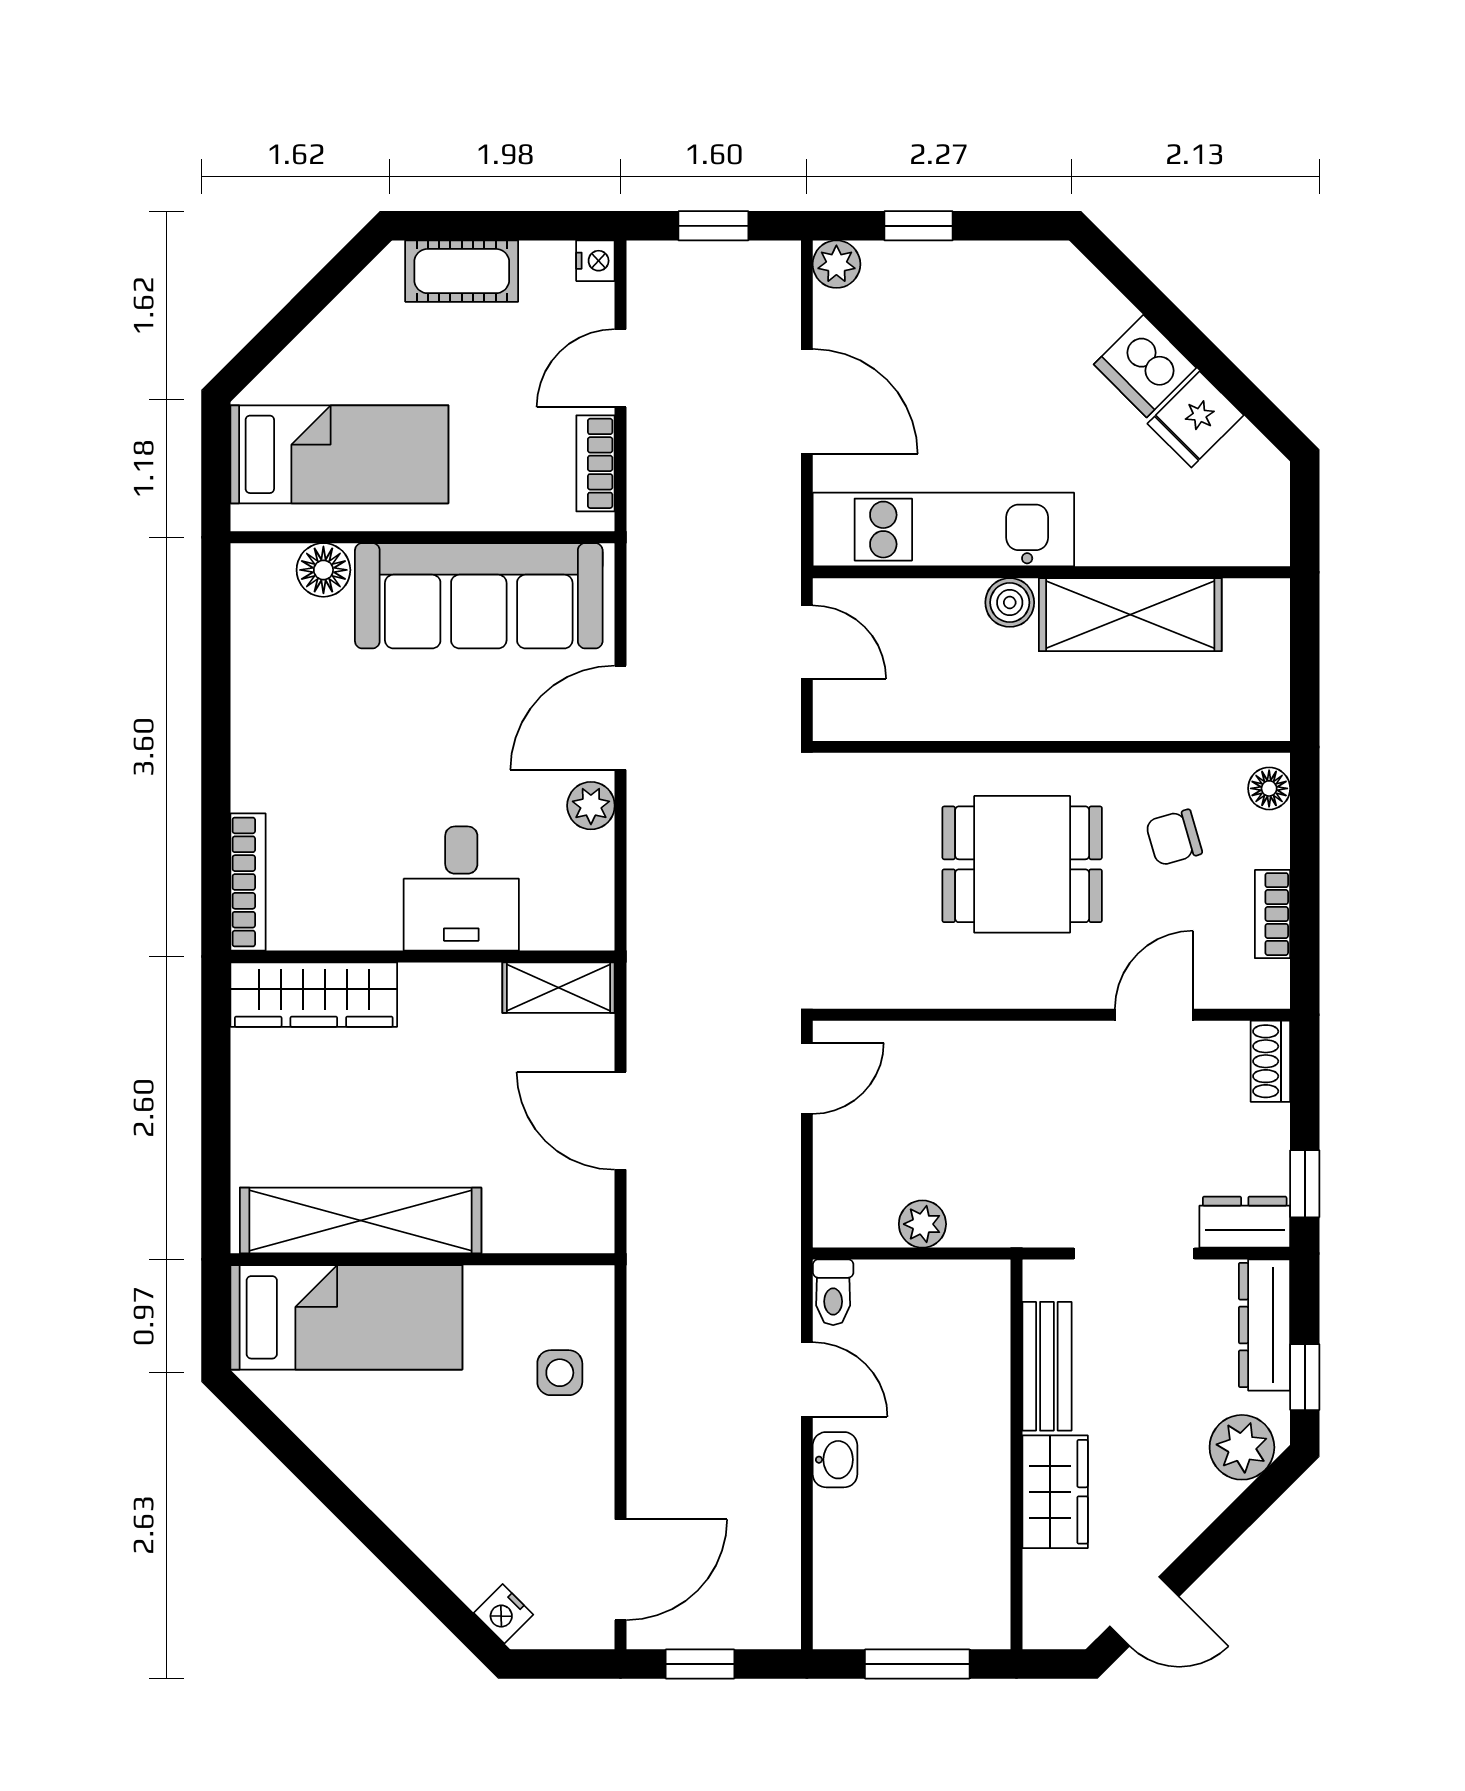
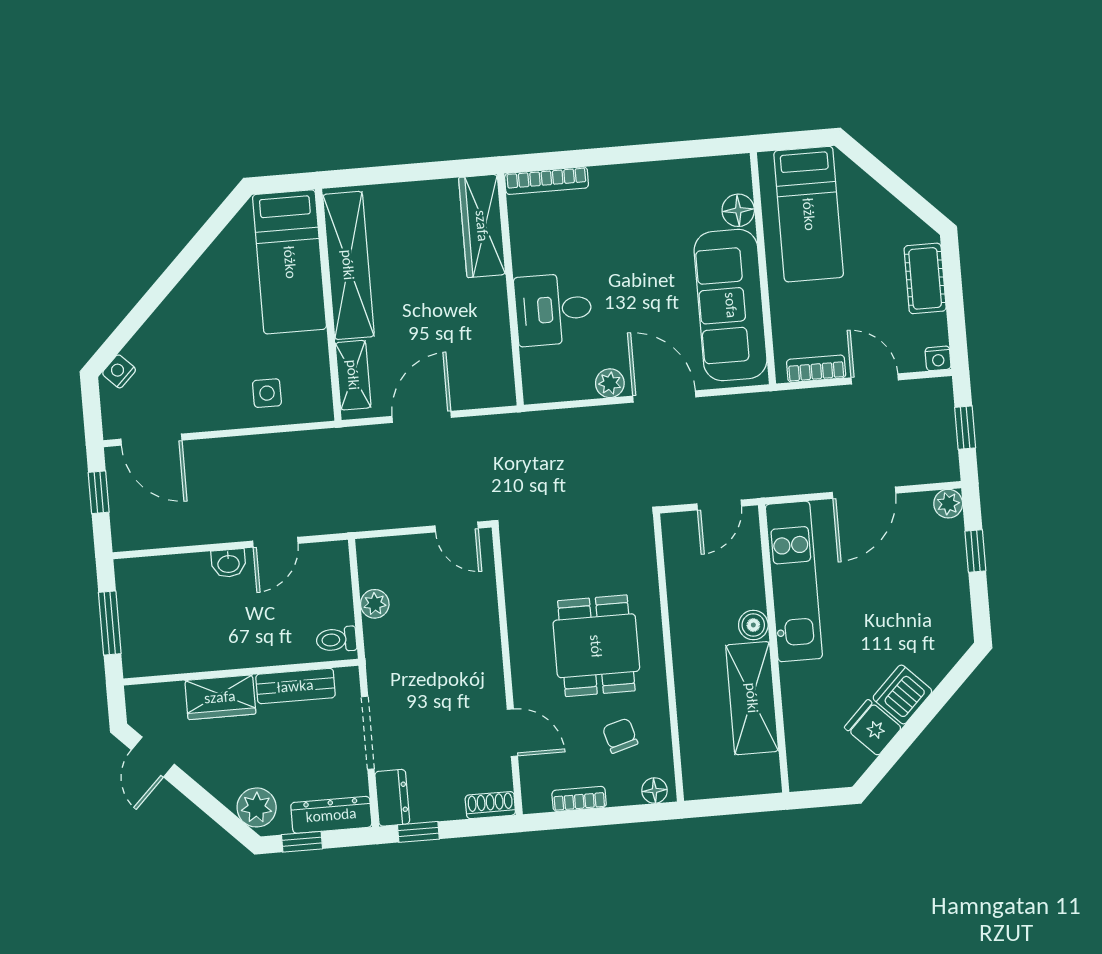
shelving: (559, 988) -> (353, 375), moved
toilet: (833, 1292) -> (336, 640), moved

